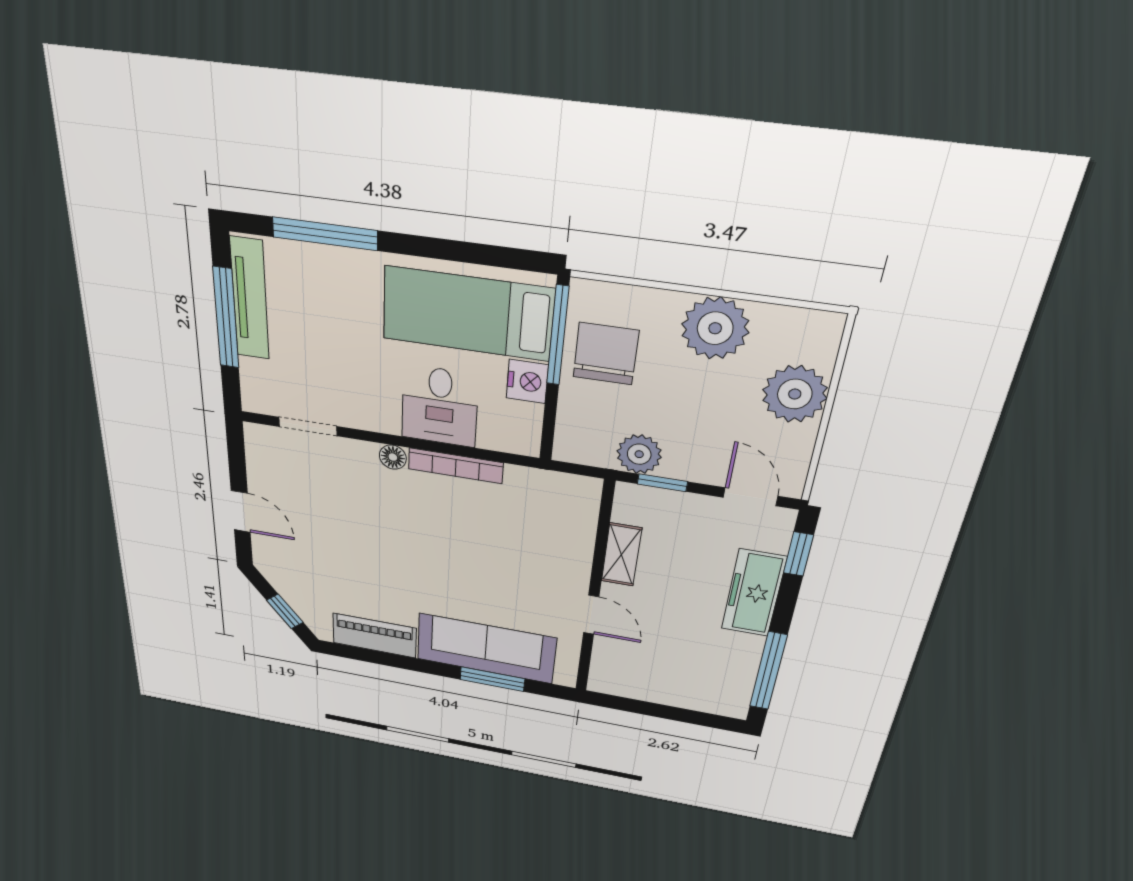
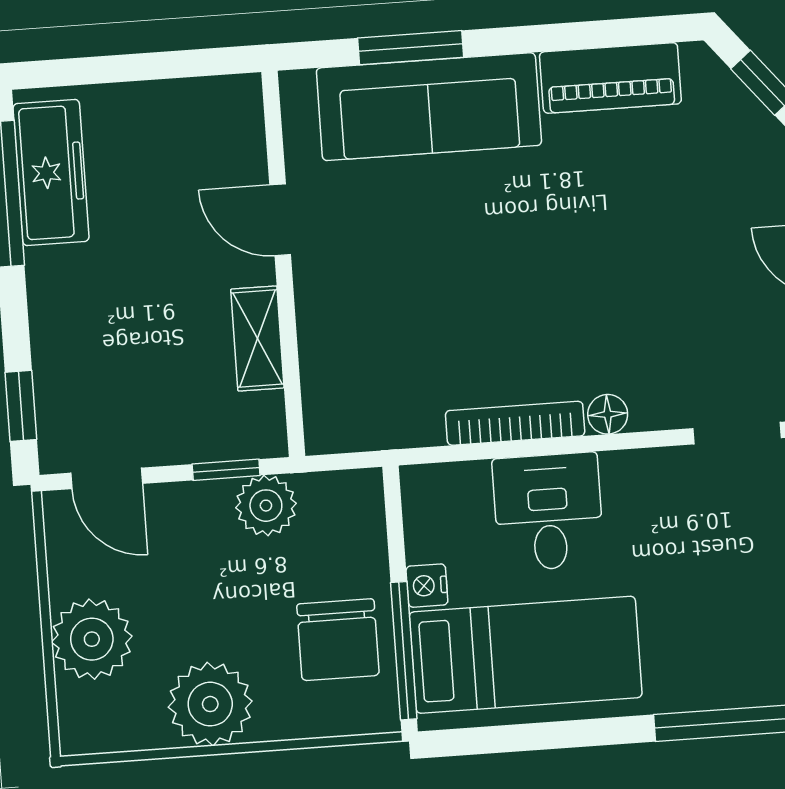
nightstand: (527, 381) -> (427, 586), width x0.72, depth x0.74
freezer: (754, 593) -> (51, 172), moved

